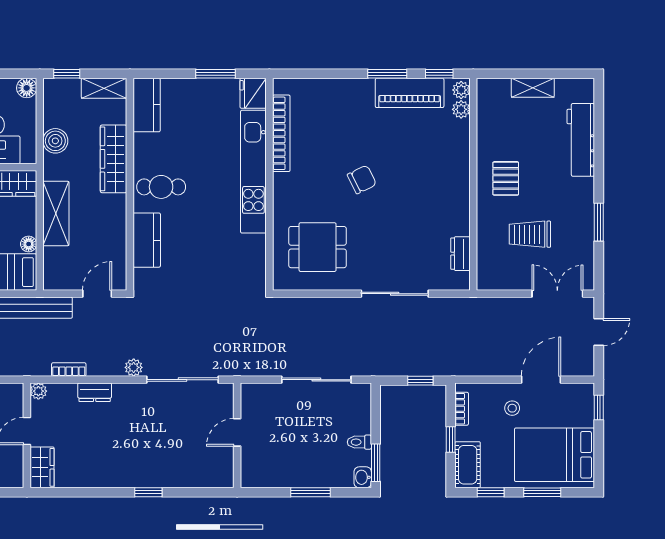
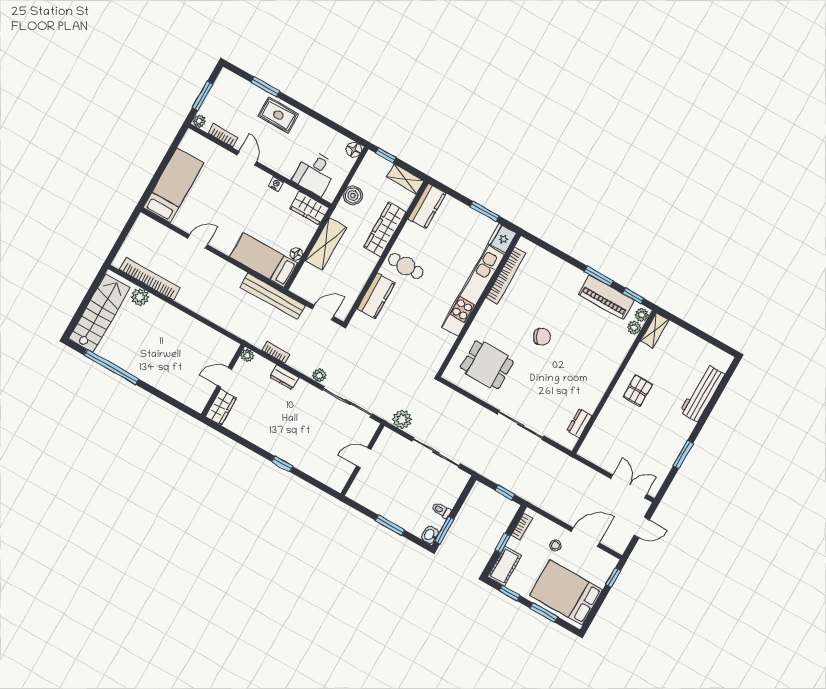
shelving: (533, 88) -> (655, 331), moved, turned 90
trolley: (530, 234) -> (633, 437), removed
plant: (256, 364) -> (402, 419), added

